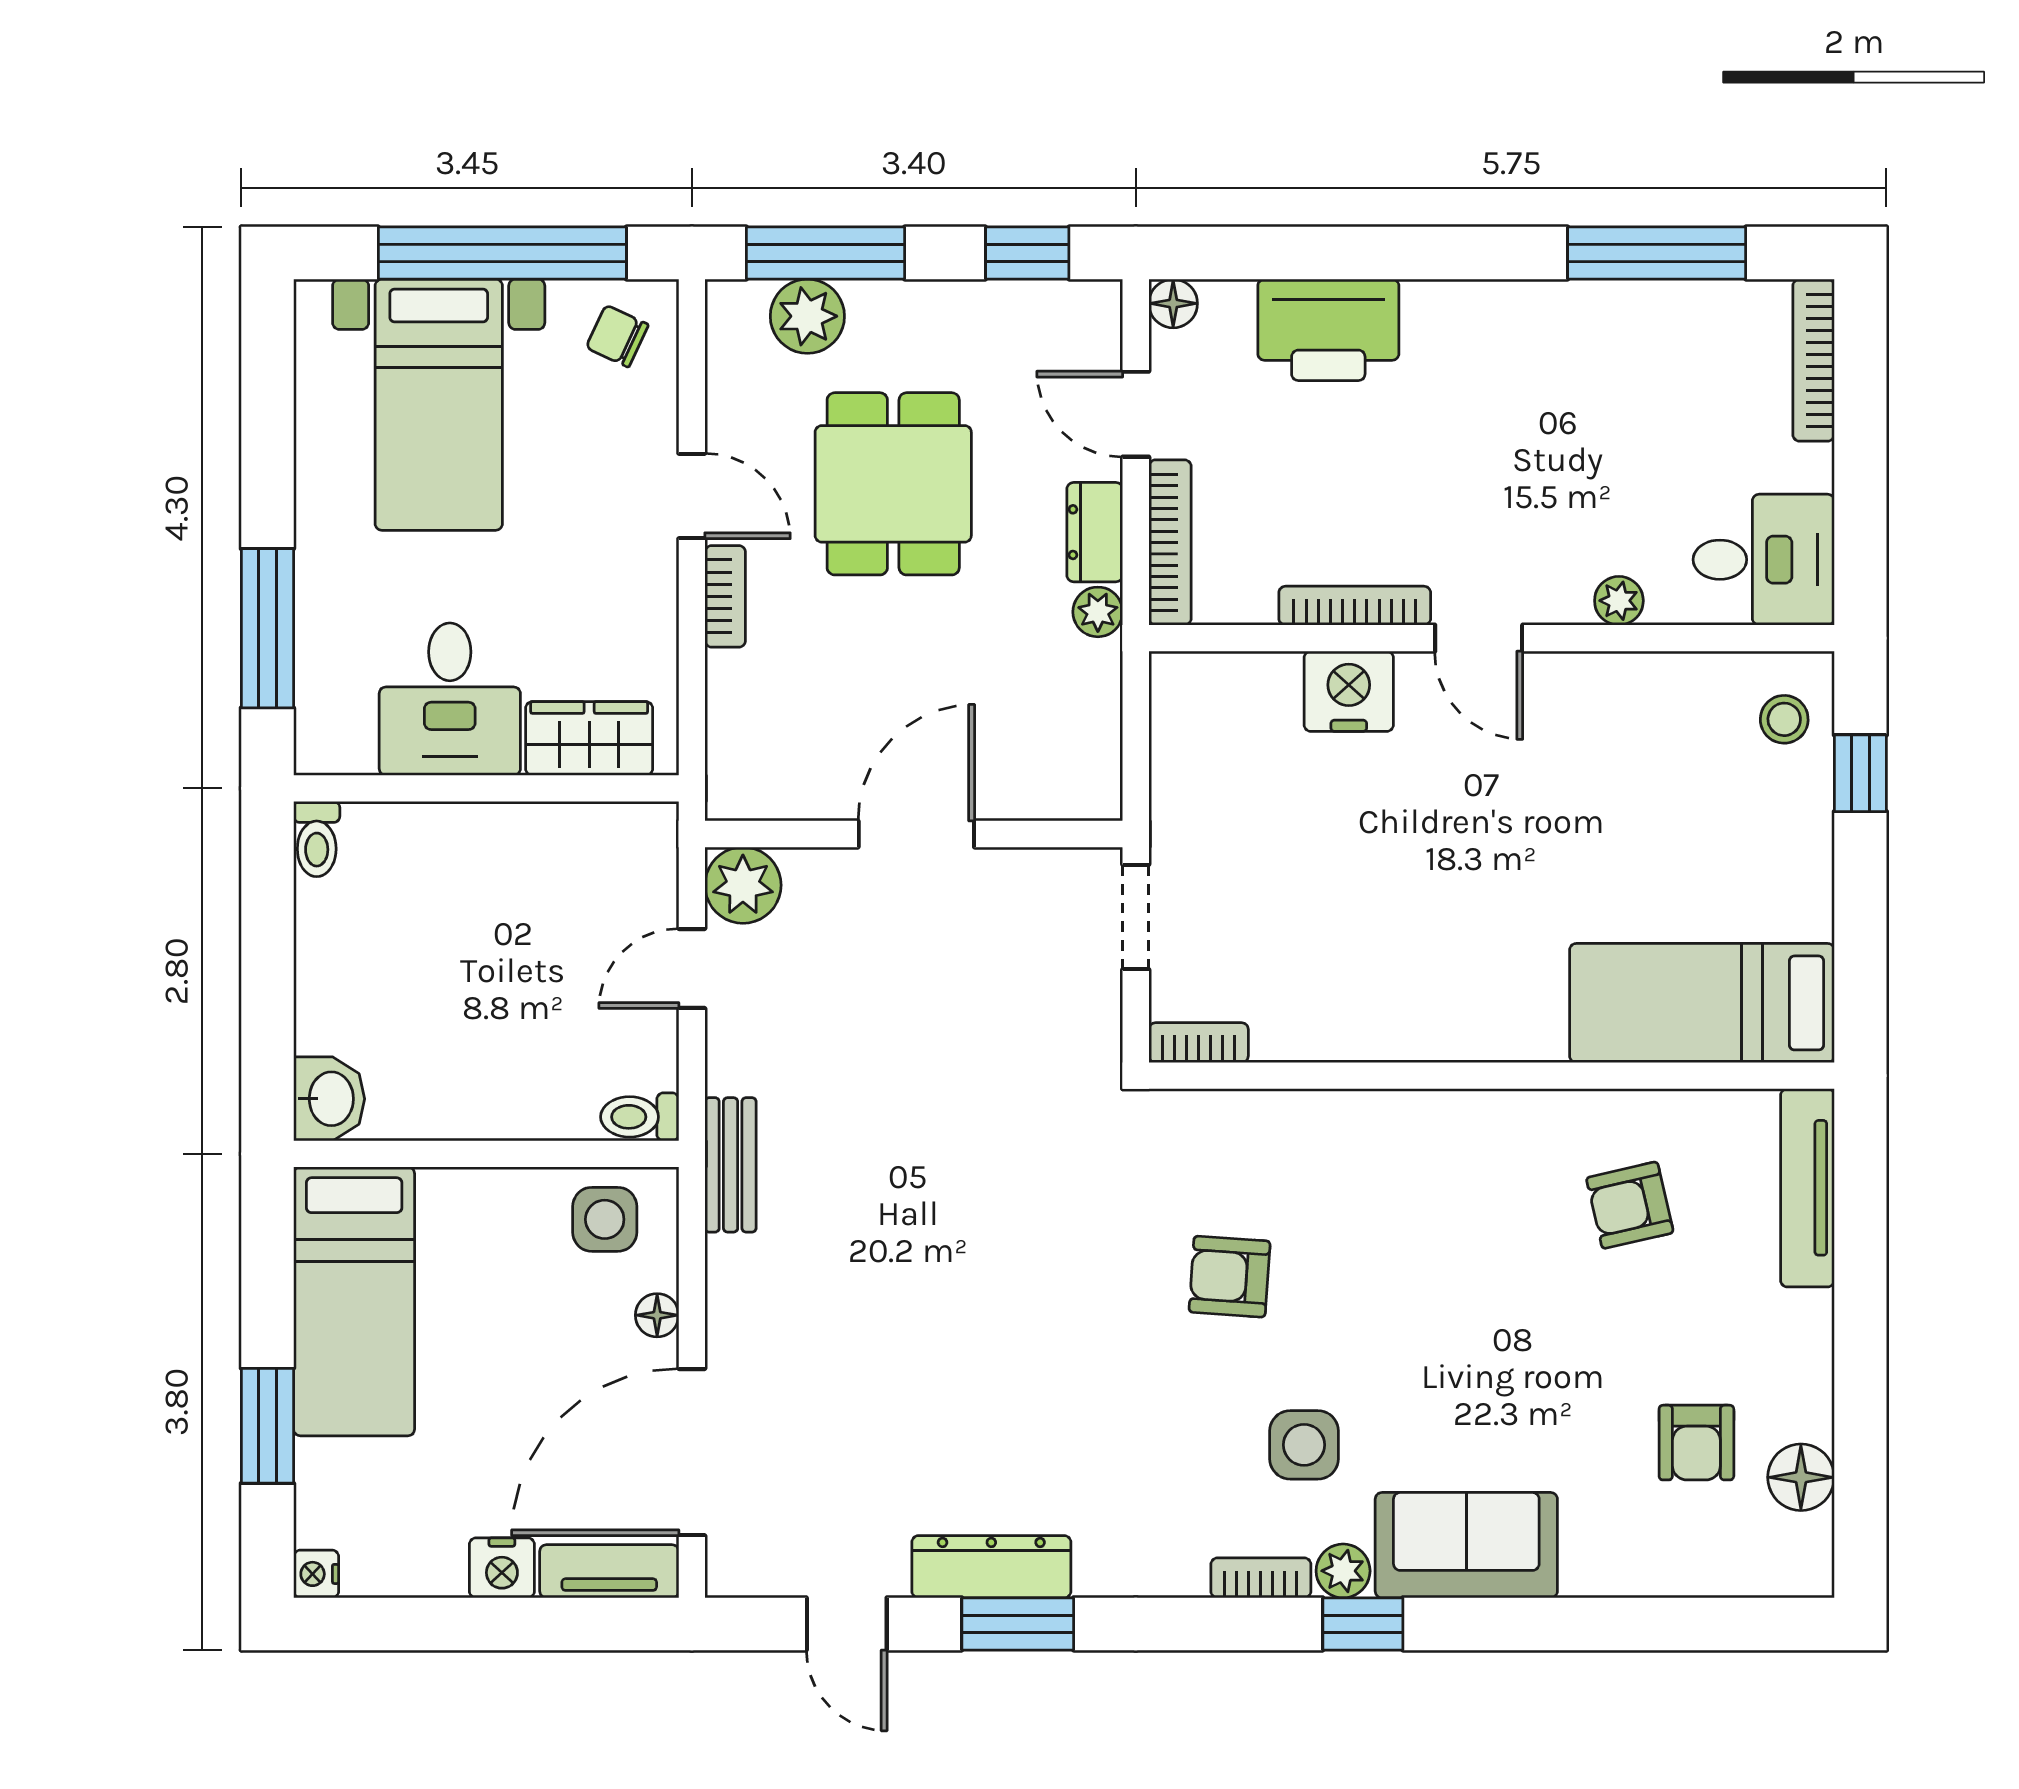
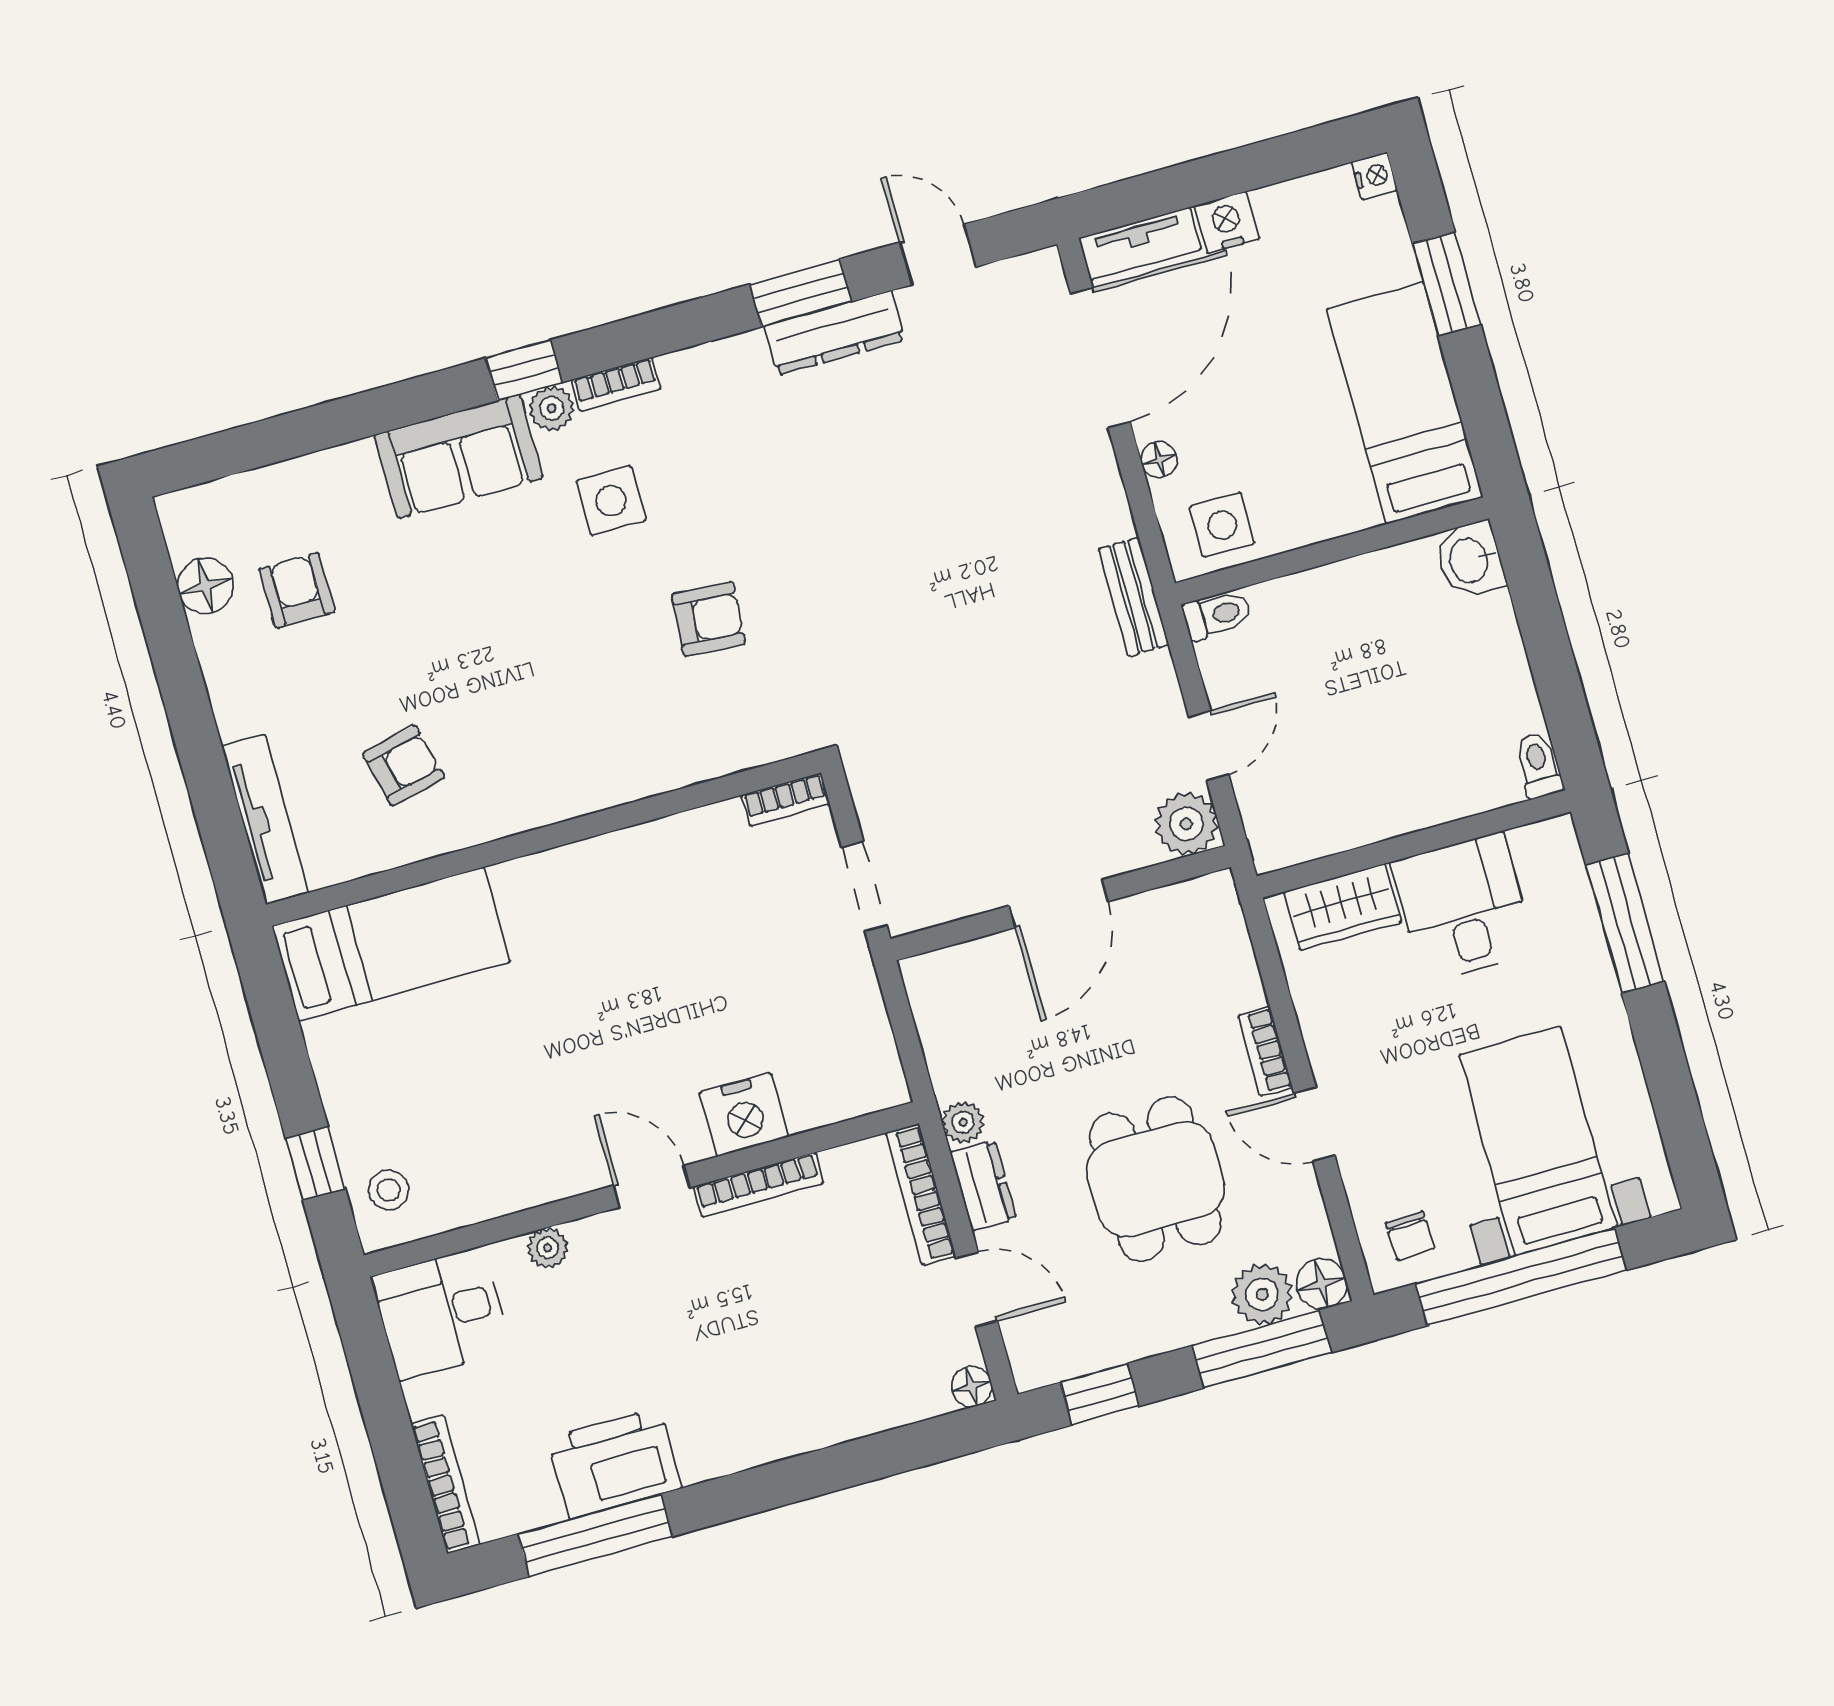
floor lamp: (735, 309) -> (1322, 1284), added
printer: (1328, 330) -> (615, 1463), moved
chair: (617, 336) -> (1410, 1236), turned 63

